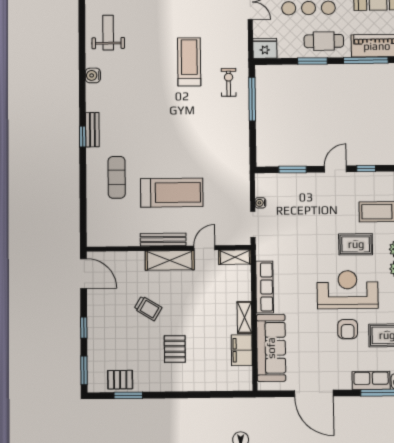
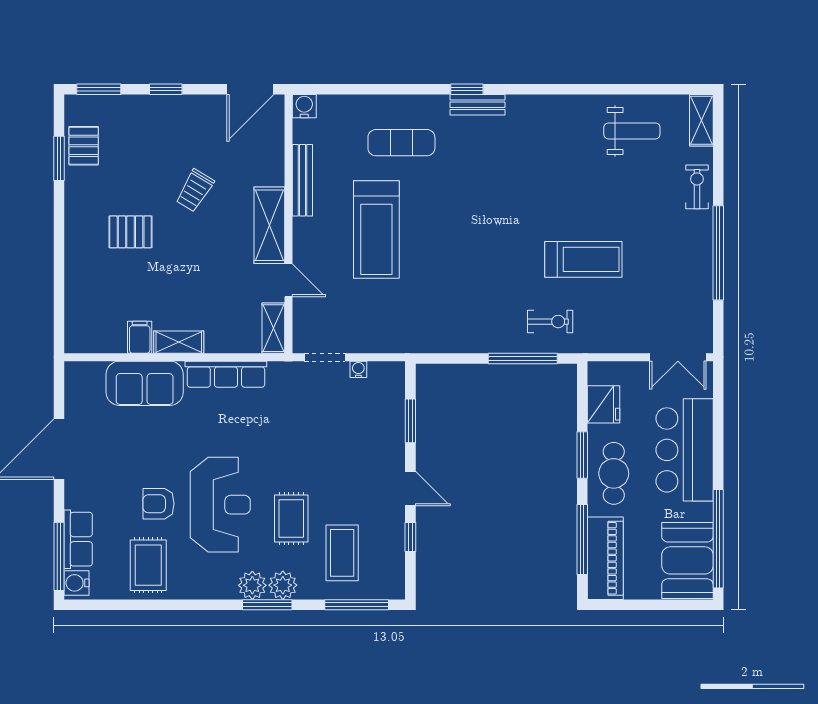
fridge: (265, 48) -> (603, 404), moved
water cooler: (93, 75) -> (304, 106), moved
bench: (163, 239) -> (302, 180), moved
sofa: (271, 348) -> (145, 383), width x0.73
filing cabinet: (242, 350) -> (140, 337), width x0.50

